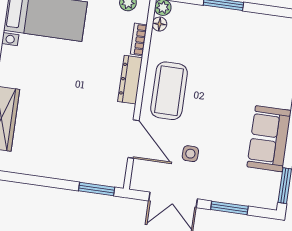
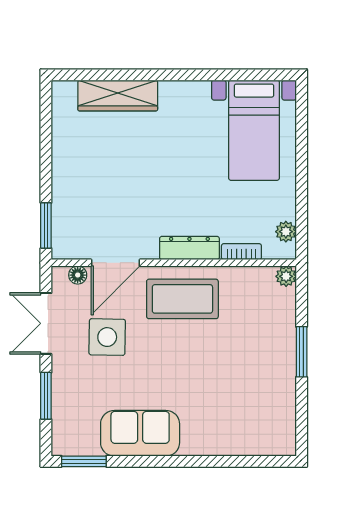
floor lamp: (159, 24) -> (78, 275), moved
side table: (190, 154) -> (107, 337), width x1.87, depth x1.87

